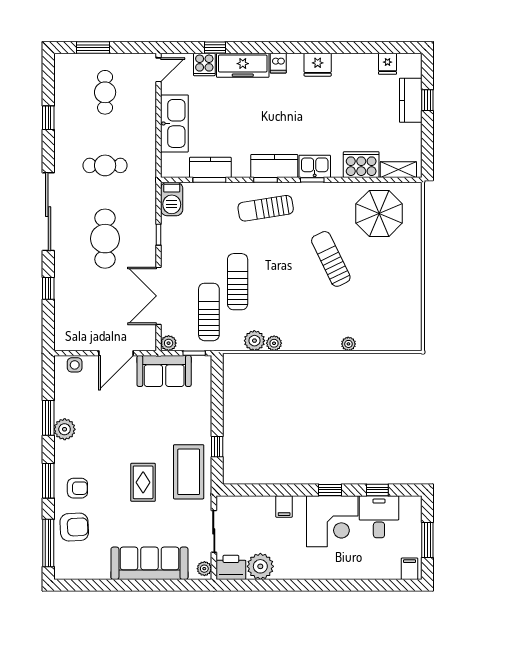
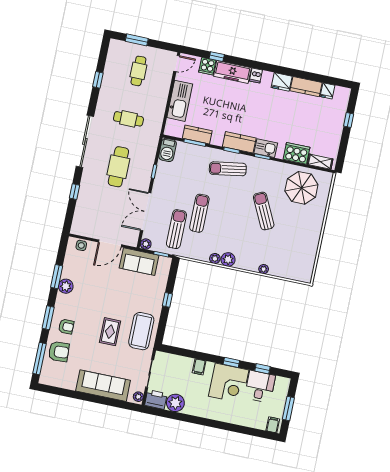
kitchen counter: (411, 100) -> (306, 87), moved, turned -90
plant: (254, 341) -> (228, 259), moved
window: (217, 447) -> (167, 300), moved

